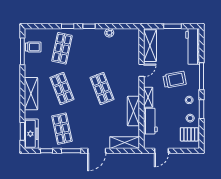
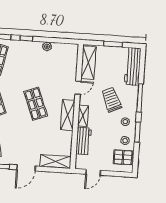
trolley: (175, 80) -> (111, 100), turned -103
shelving: (133, 111) -> (68, 115), moved

